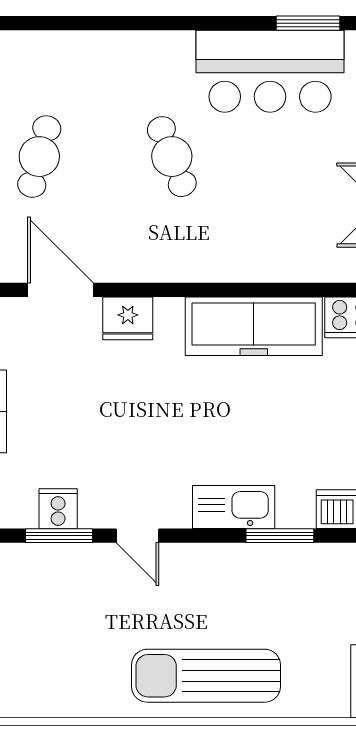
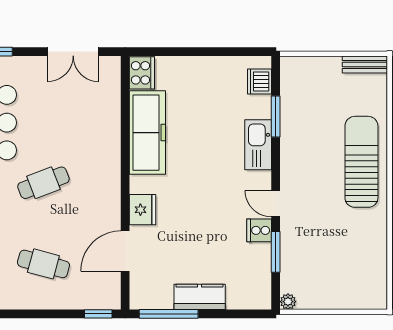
cooker: (58, 509) -> (259, 230), moved
door: (138, 536) -> (276, 204), swing flipped
sun lounger: (206, 676) -> (361, 162), turned 180

